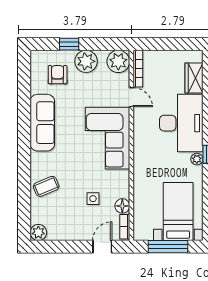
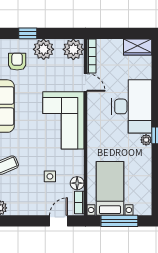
wardrobe: (194, 78) -> (138, 47), moved, turned -90
bed with nightstands: (178, 212) -> (110, 188), moved

